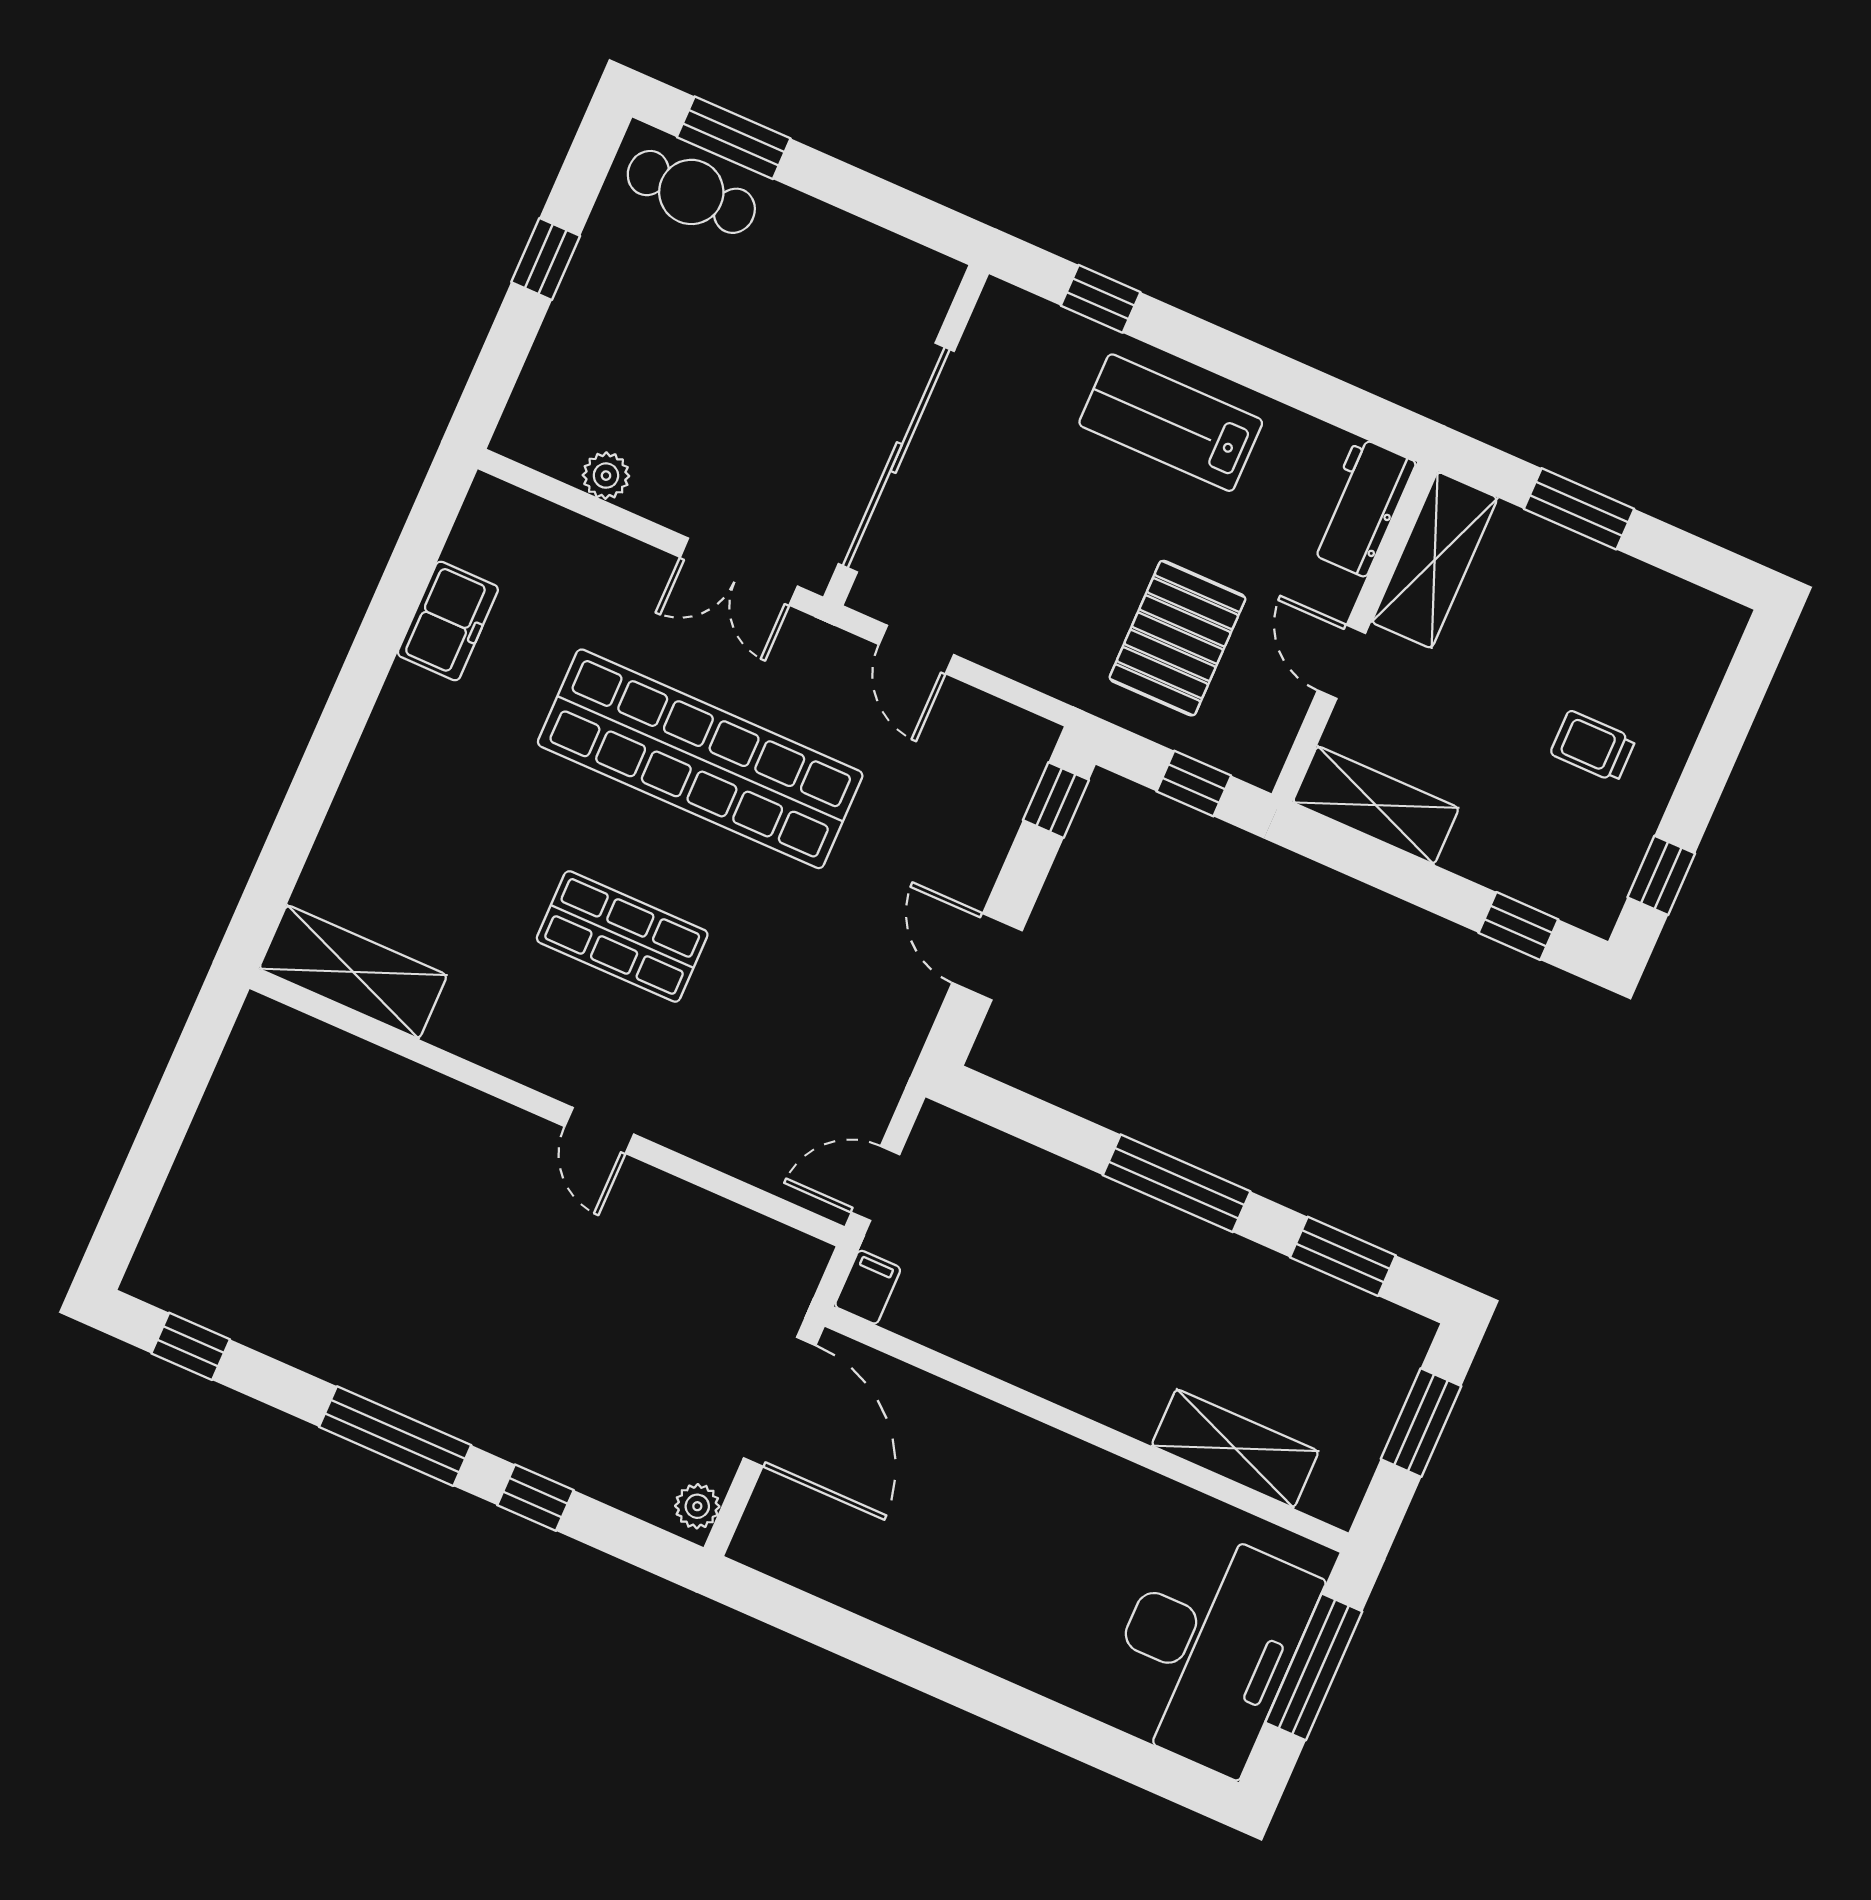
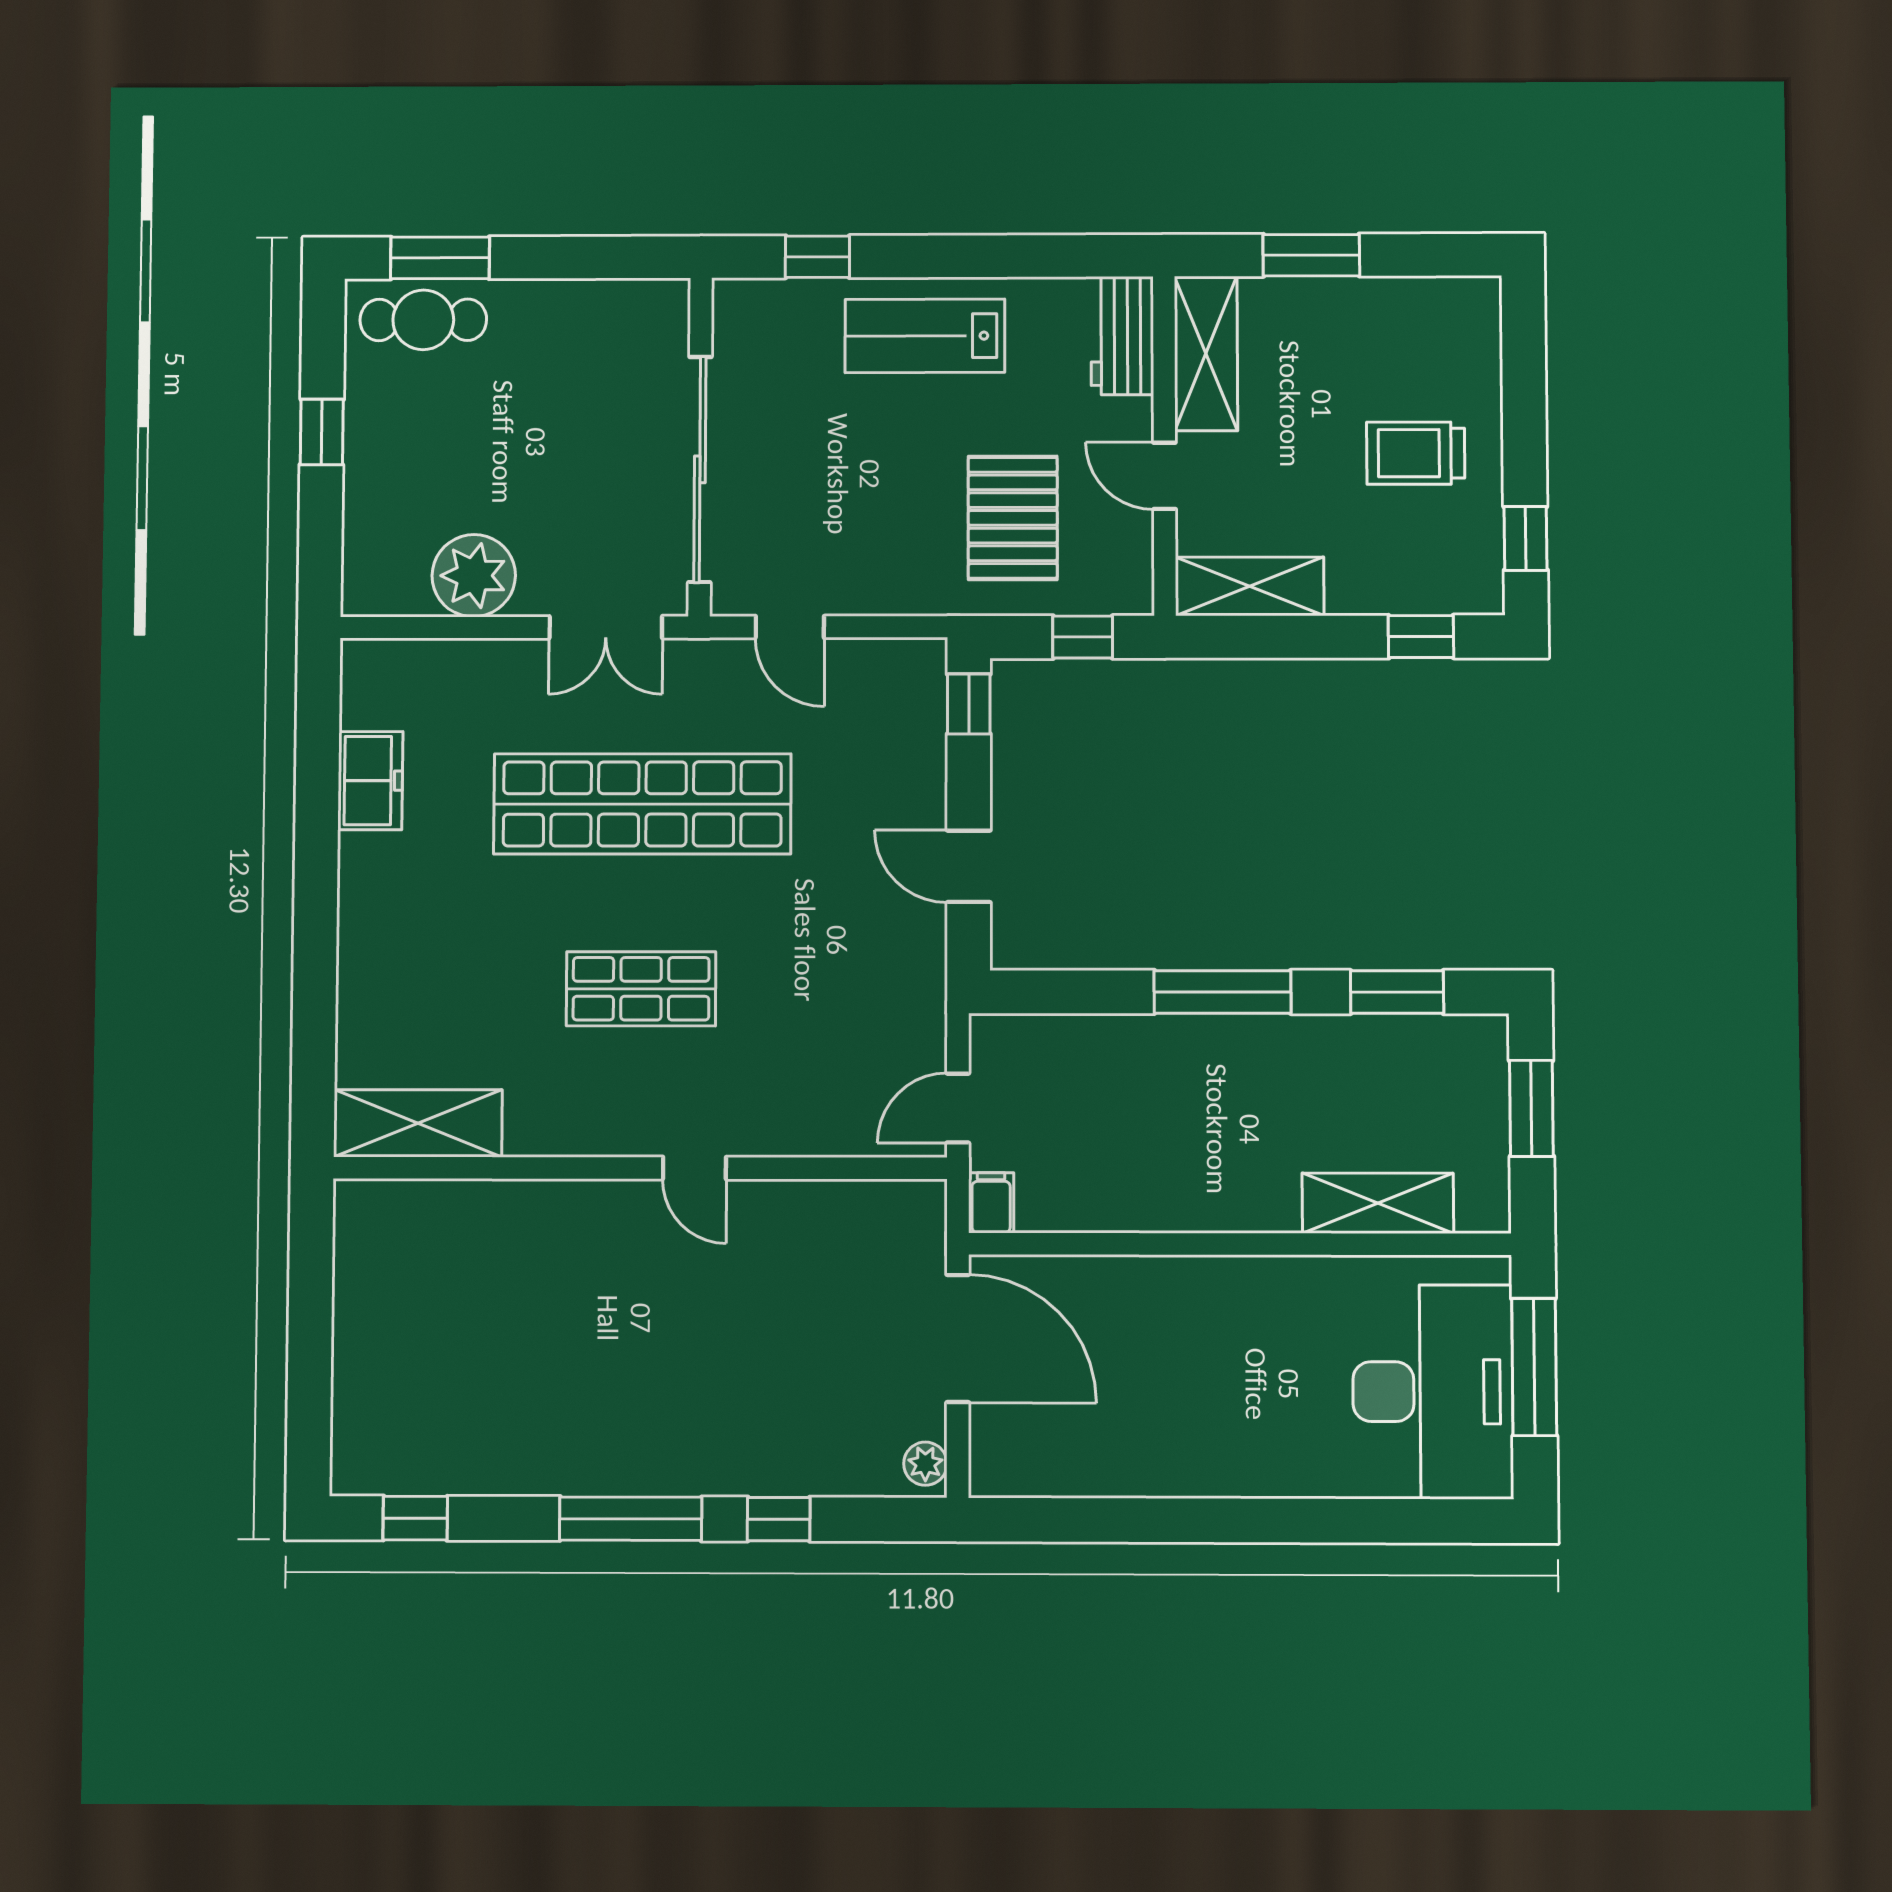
plant: (606, 476) -> (474, 576), width x1.87, depth x1.87
trolley: (1593, 746) -> (1416, 453), width x1.36, depth x1.39

